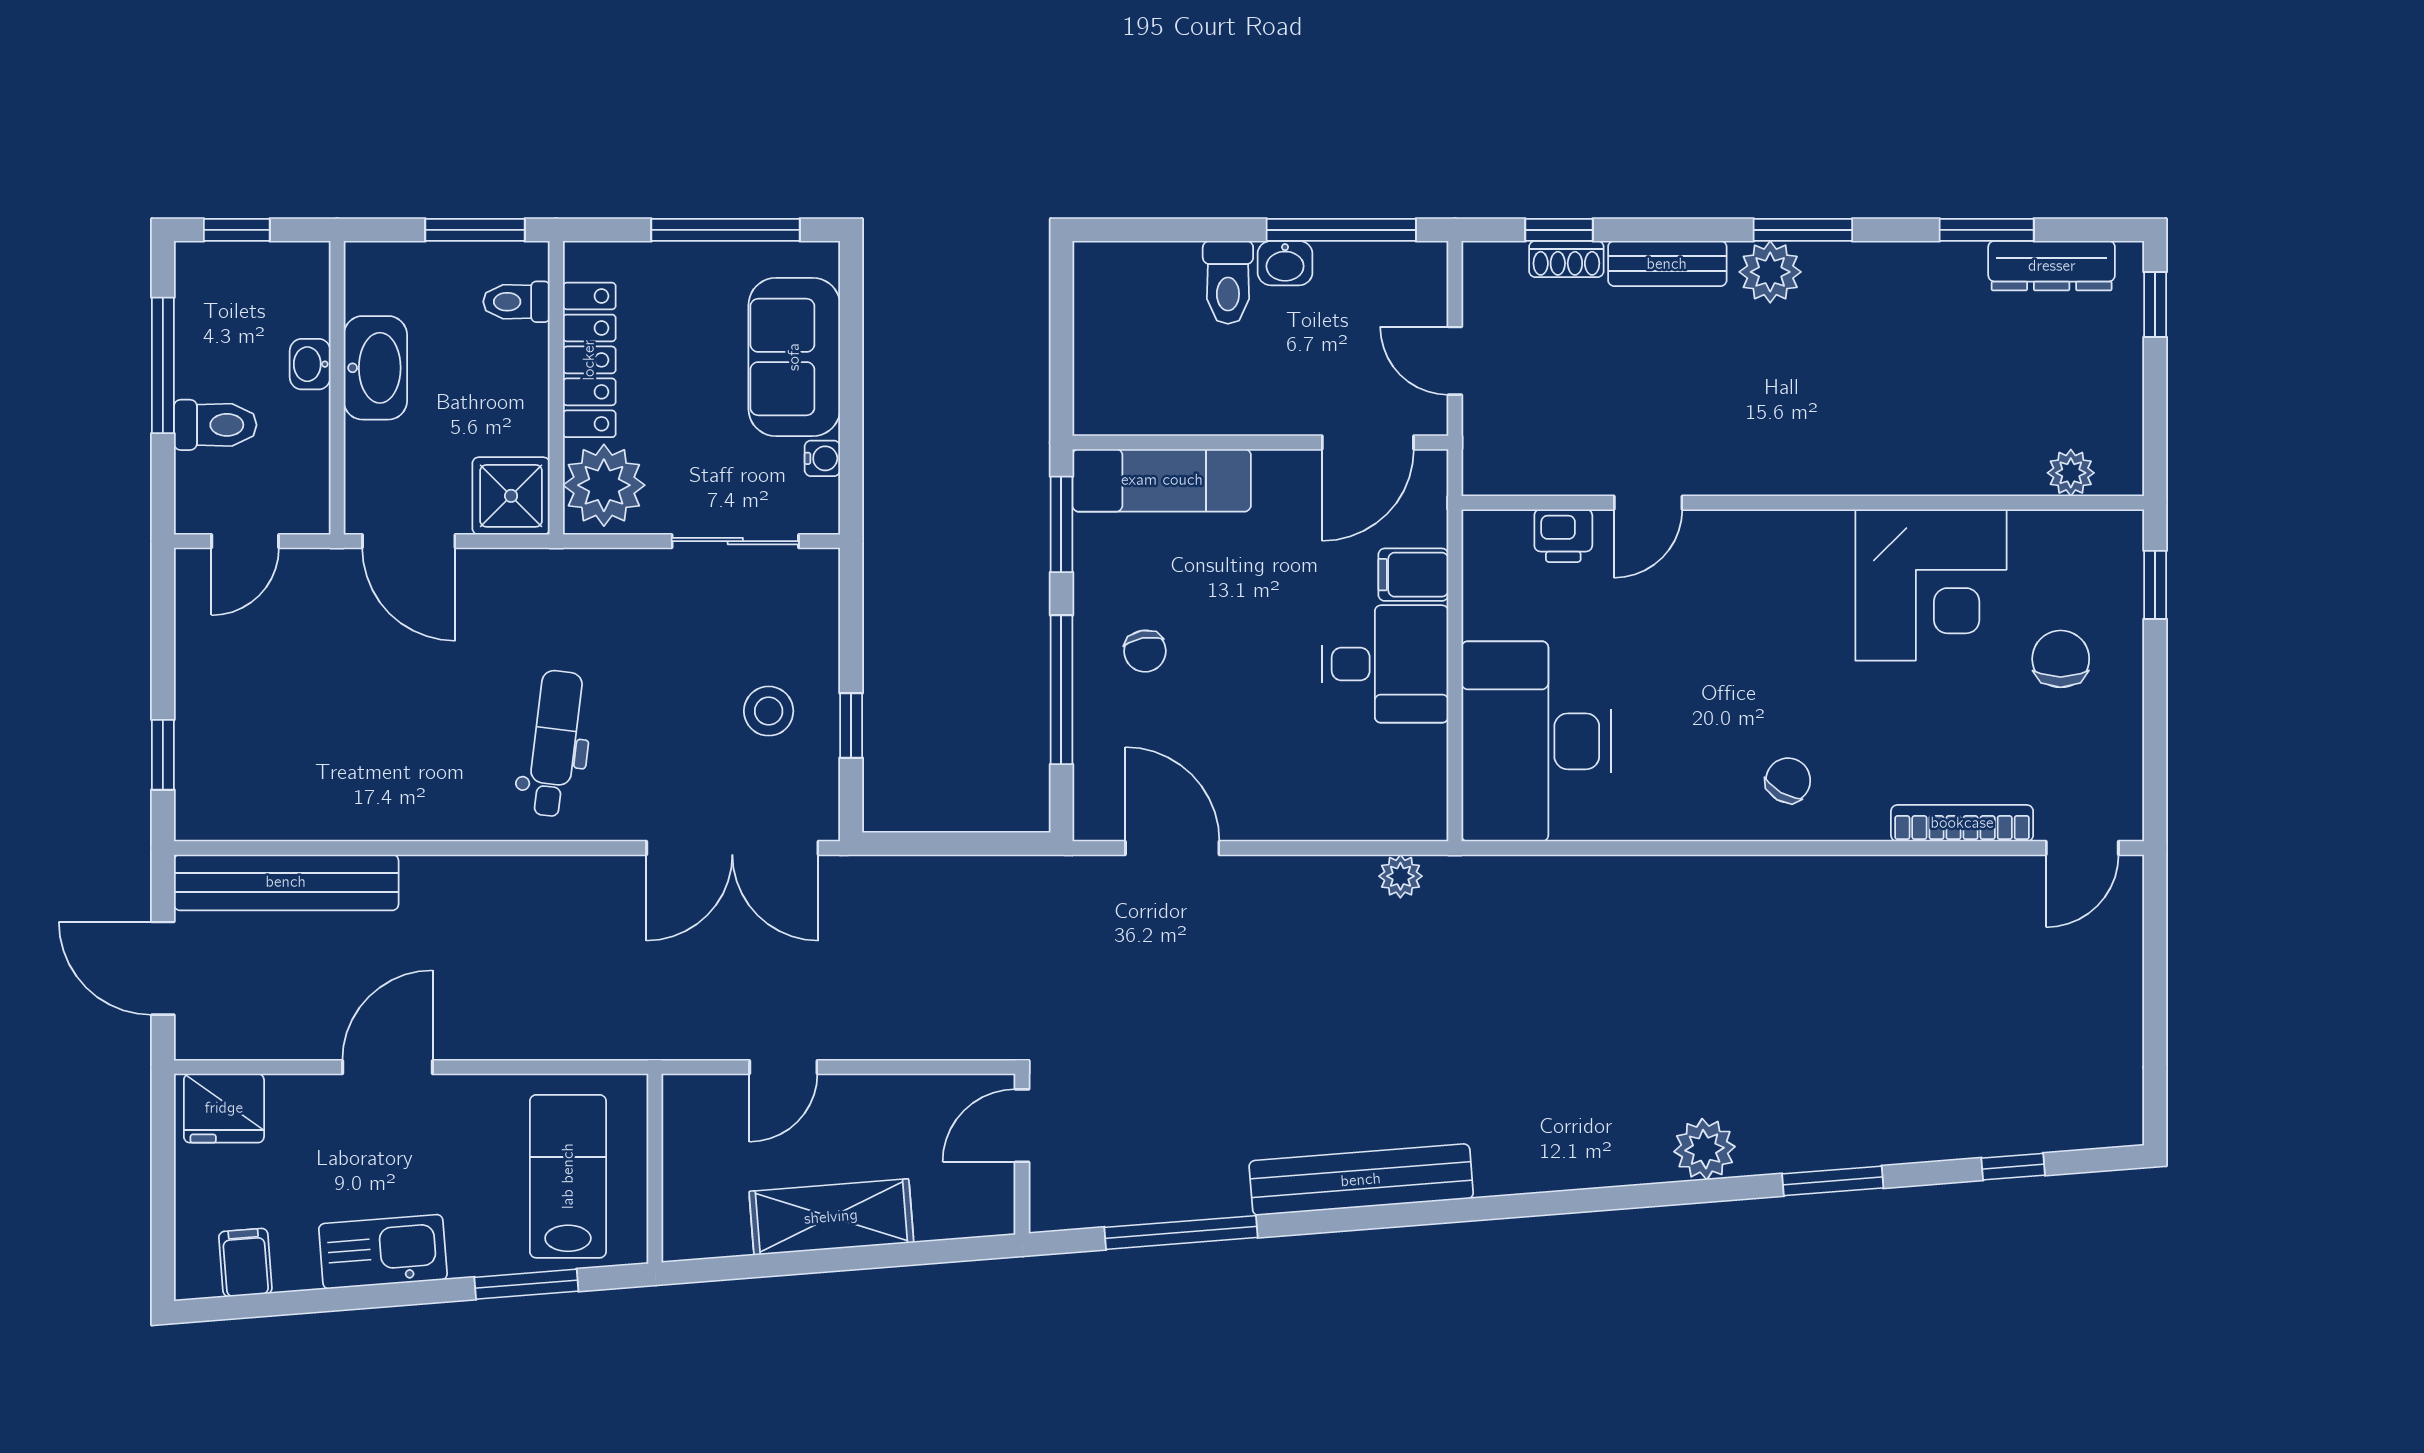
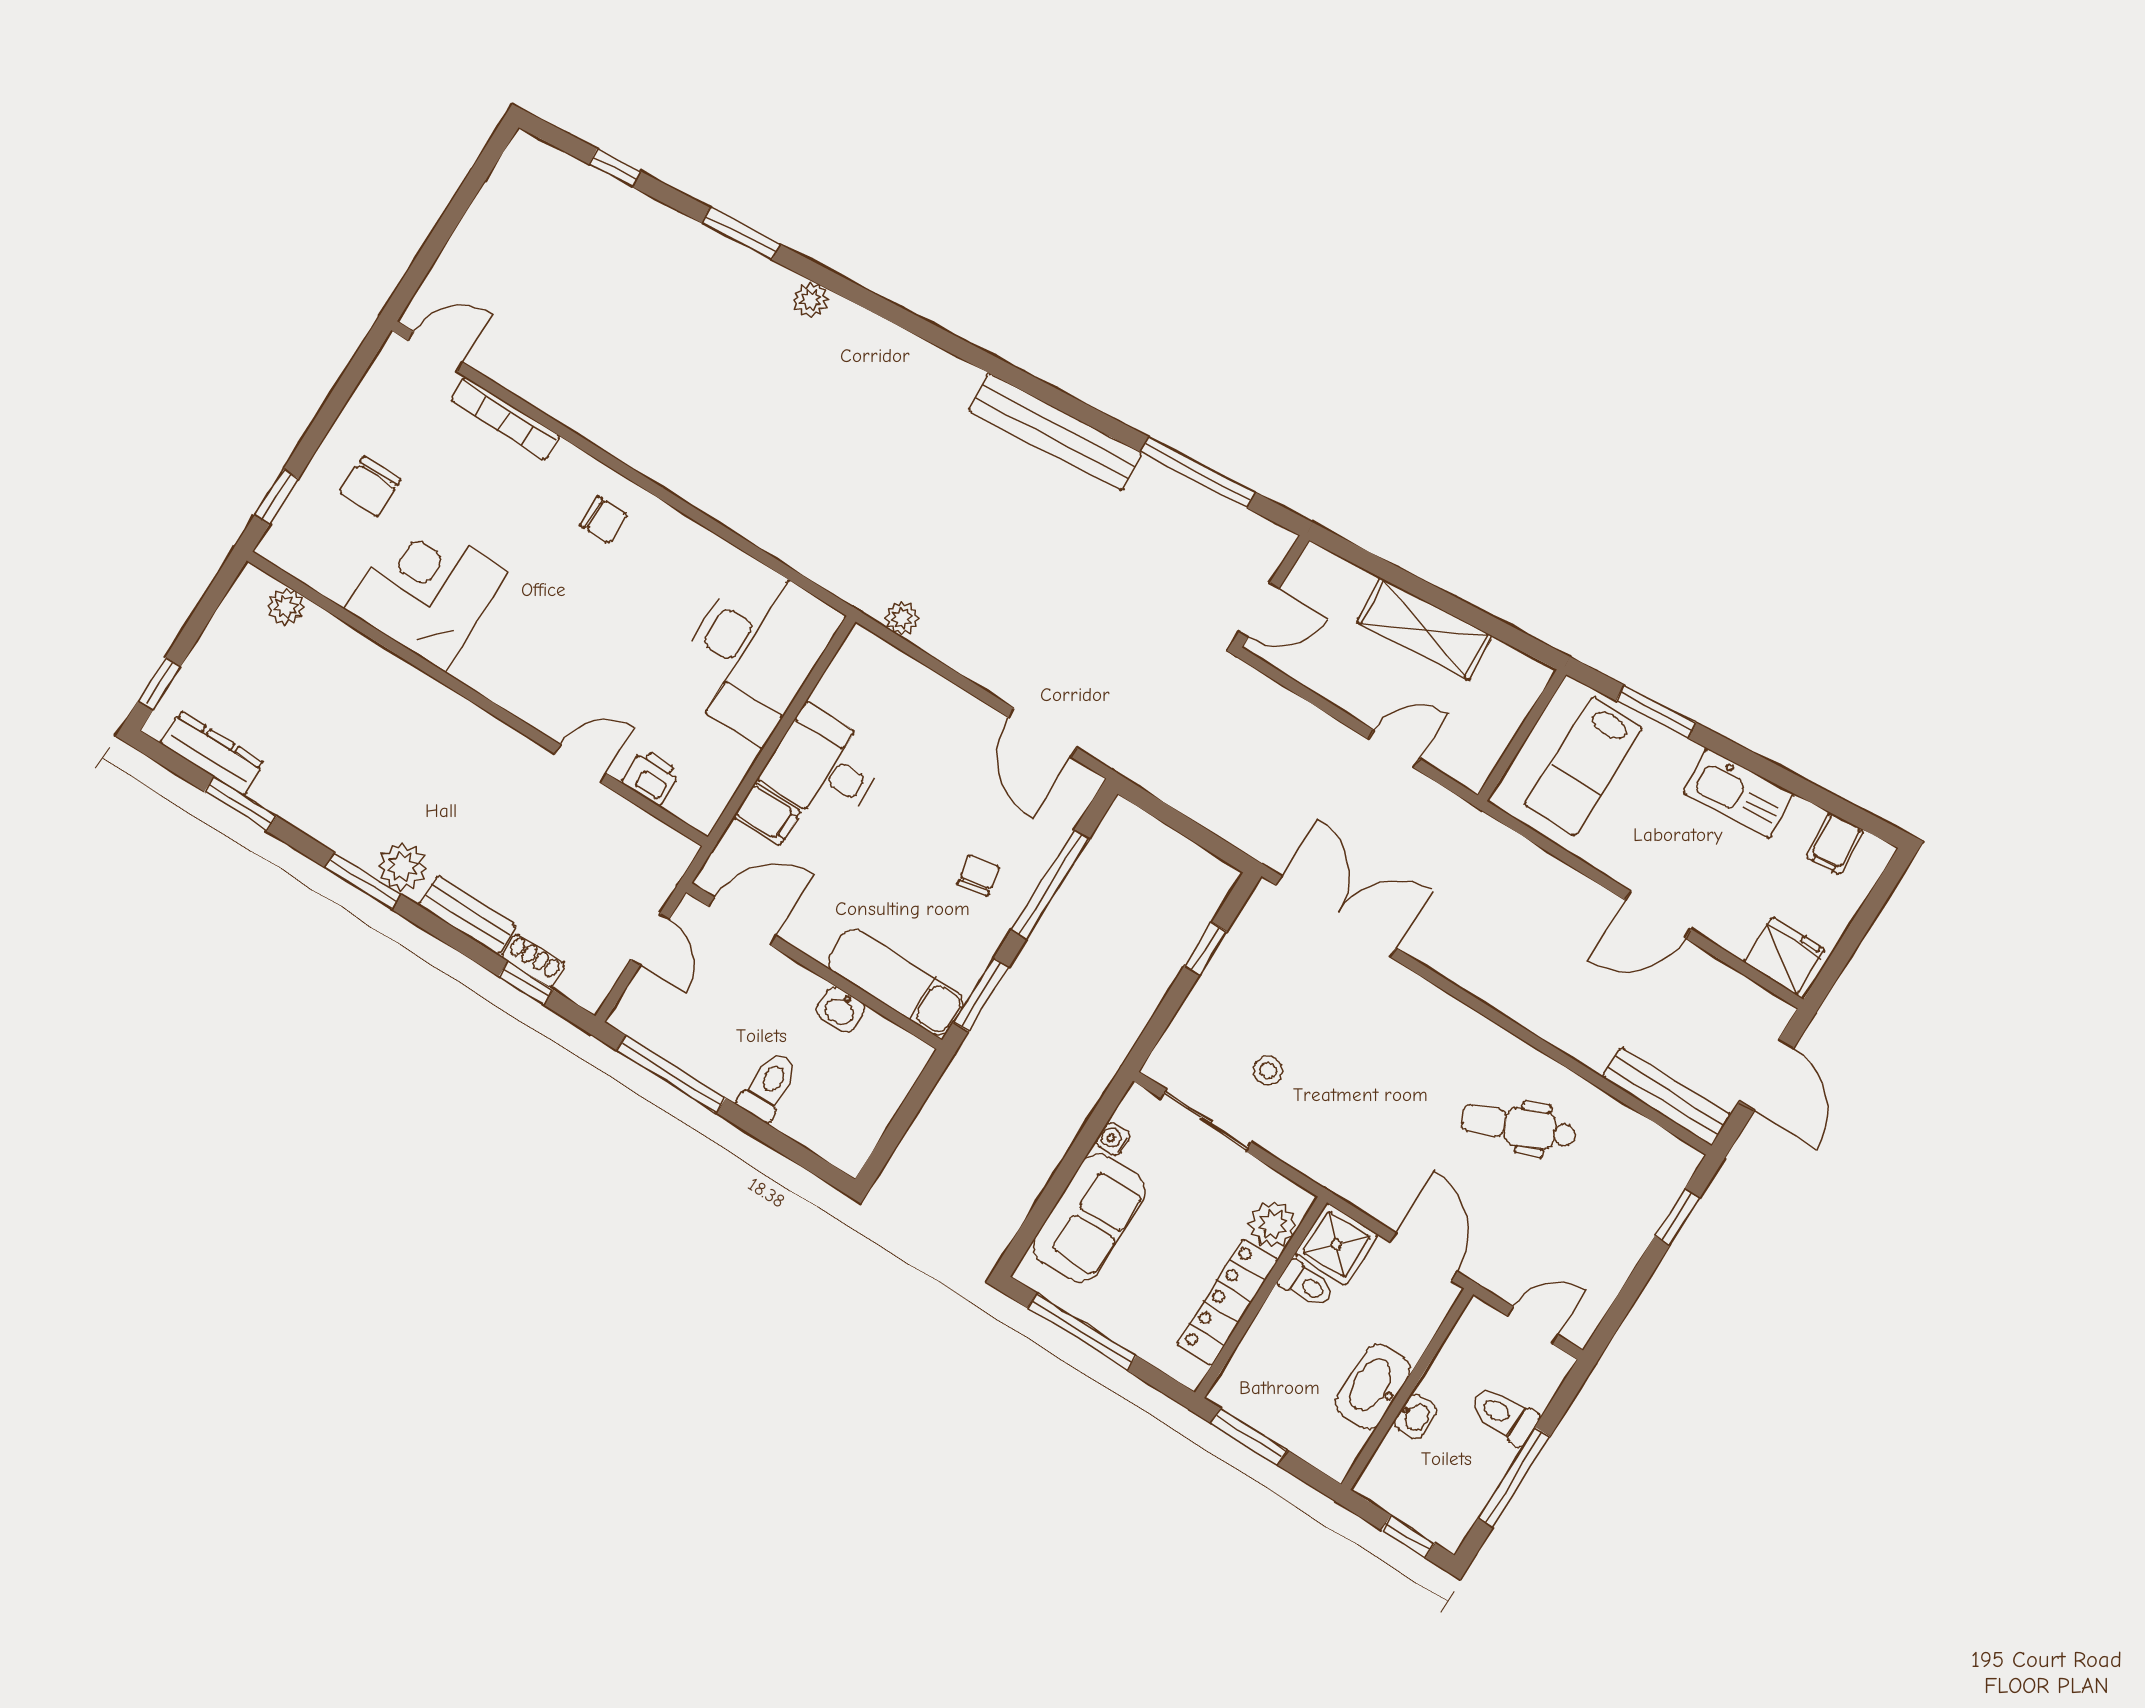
washbasin: (1285, 263) -> (841, 1010), moved, turned 180
toilet: (516, 302) -> (1306, 1284), moved
plant: (604, 485) -> (1273, 1224), width x0.73, depth x0.73
stool: (769, 711) -> (1268, 1070), moved, width x0.73, depth x0.73
dental chair: (555, 744) -> (1519, 1127), moved, turned 61
chair: (1788, 780) -> (603, 520), turned -120
bench: (286, 882) -> (1666, 1096), width x0.73, depth x0.82
plant: (1705, 1149) -> (811, 300), width x0.73, depth x0.73

